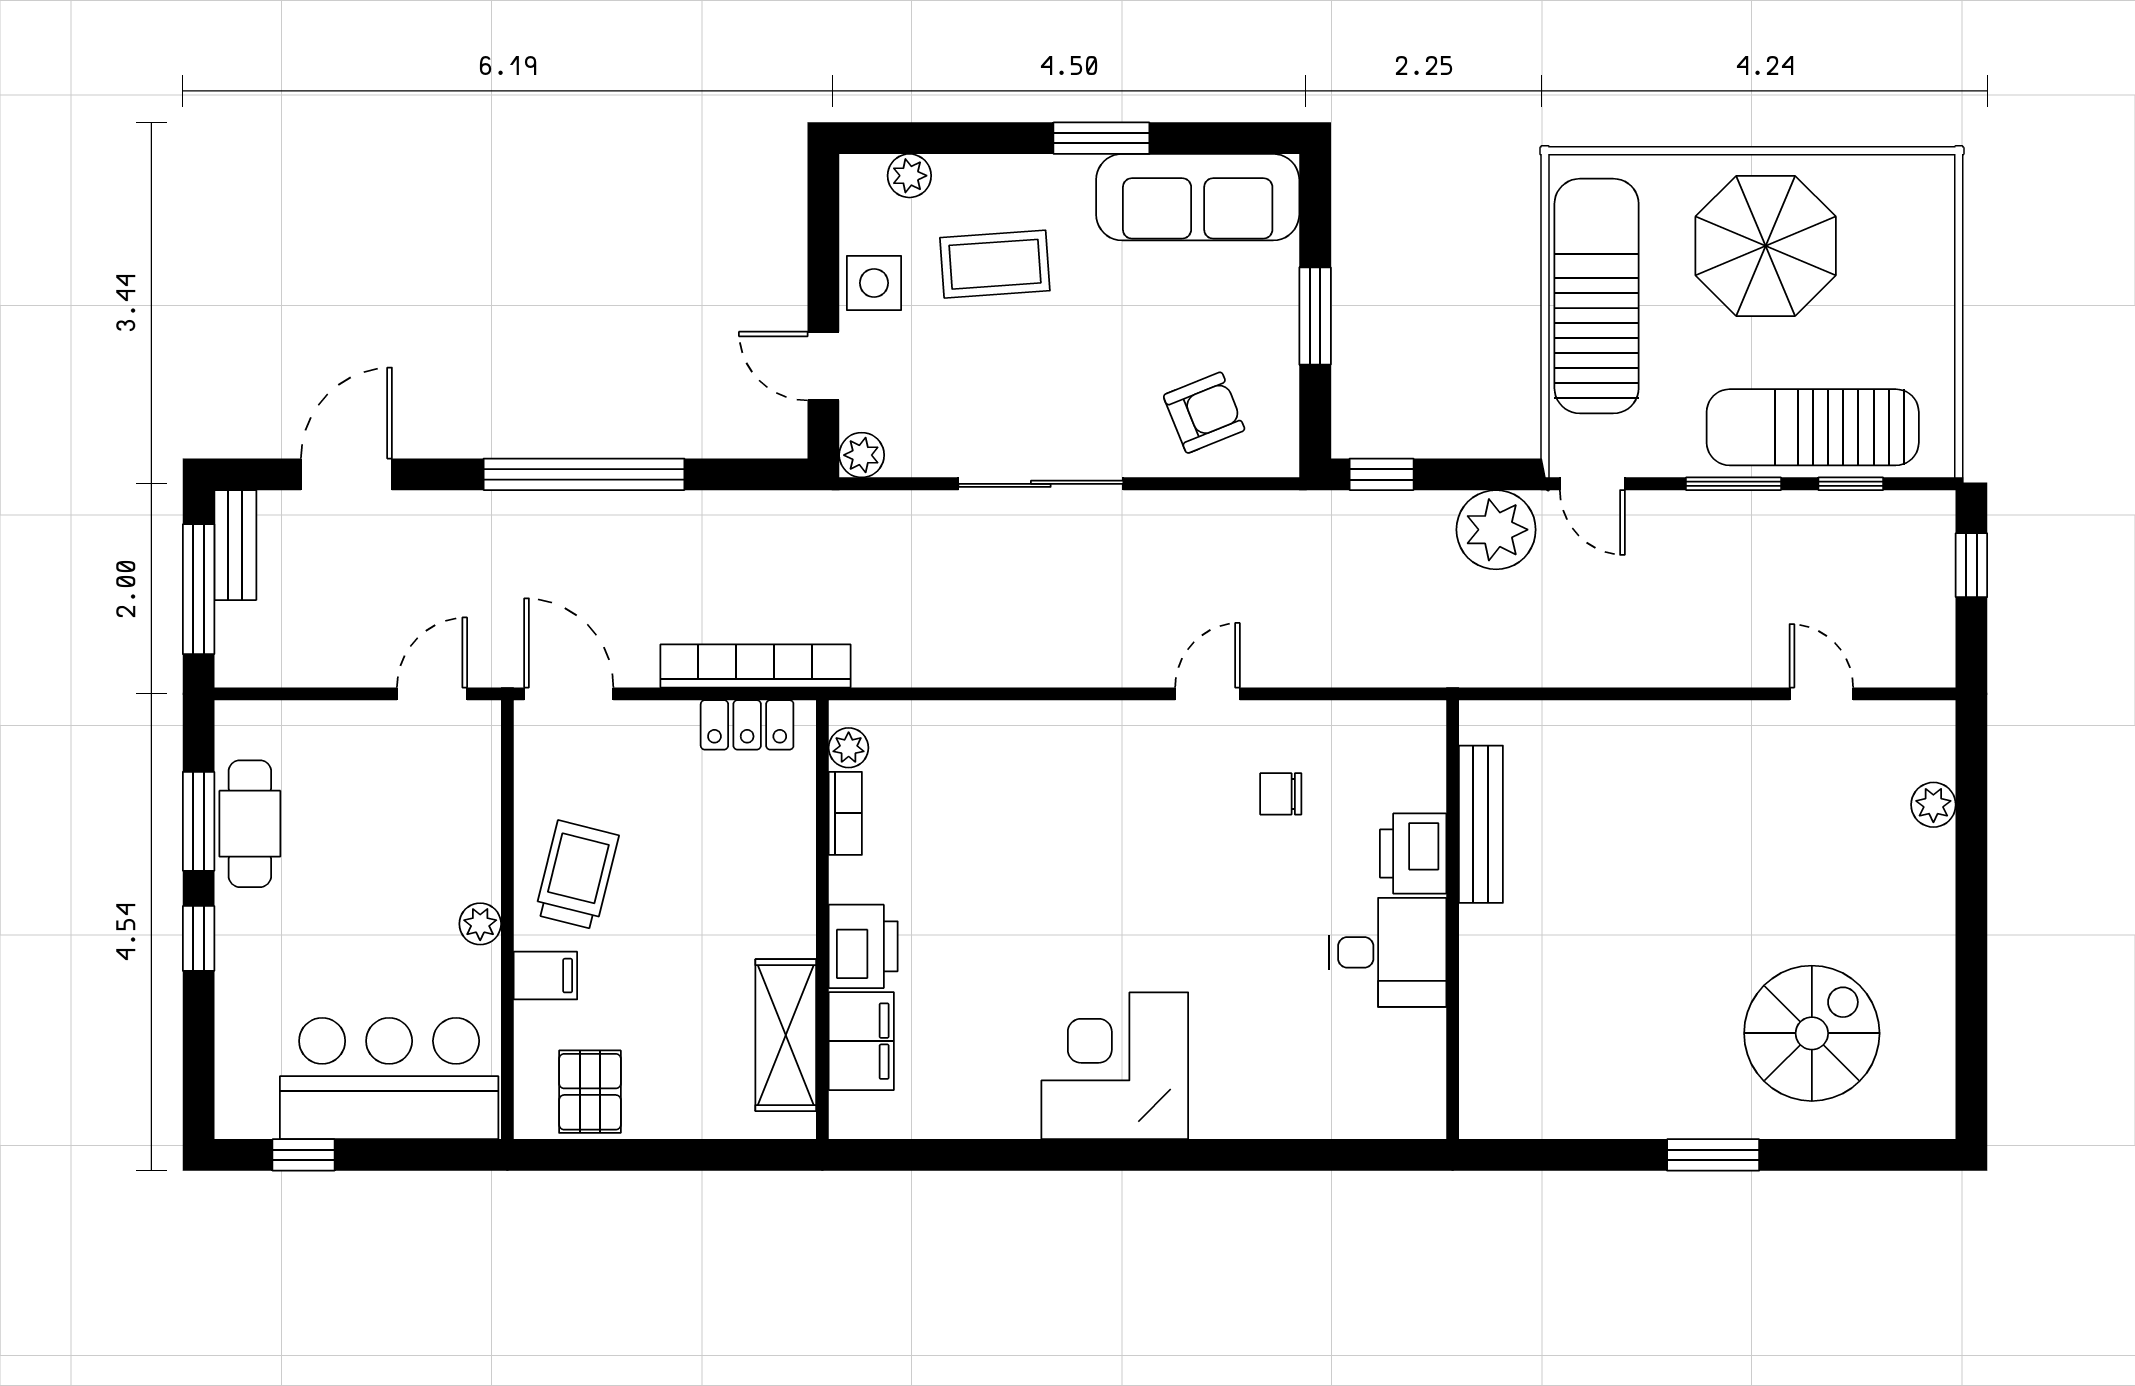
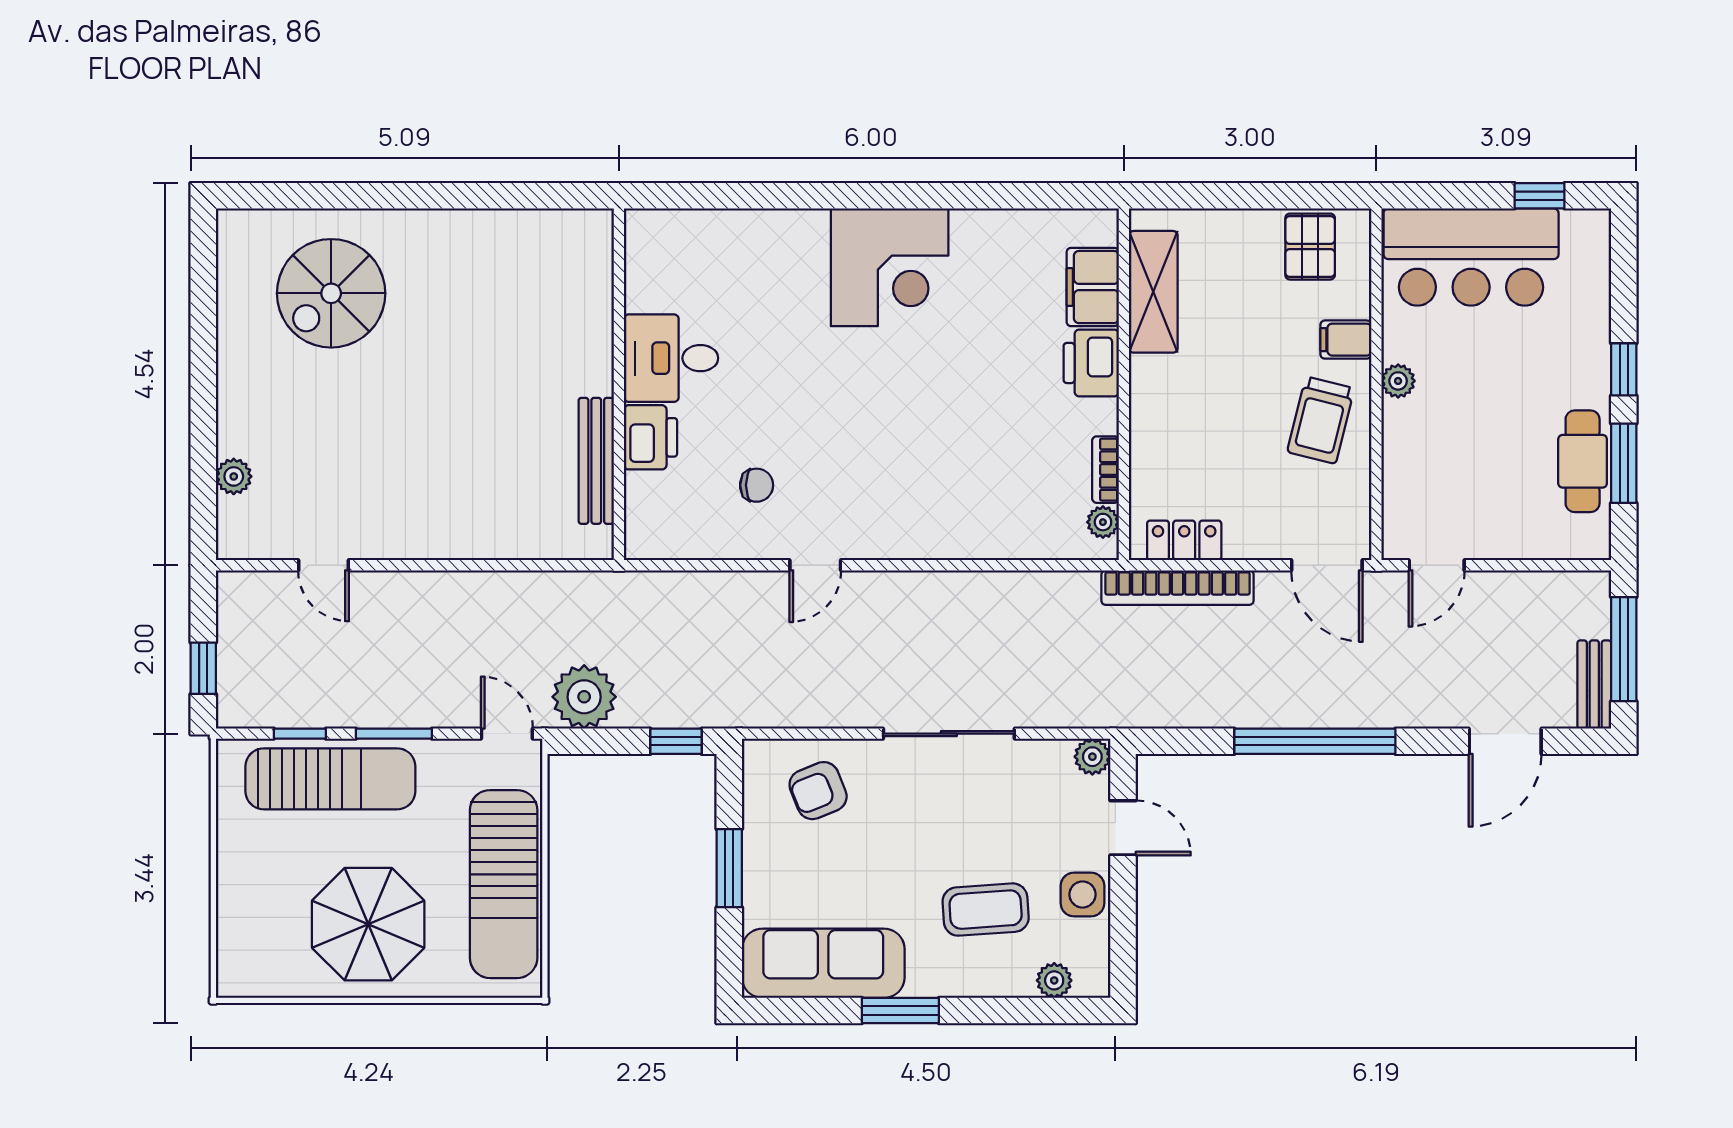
window: (1713, 1155) -> (410, 196), removed

